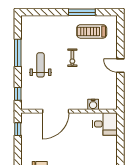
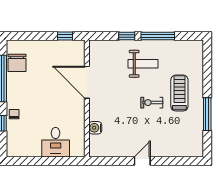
treadmill: (92, 31) -> (179, 93), moved
window: (18, 94) -> (127, 36), moved
desk: (105, 124) -> (56, 142), moved

